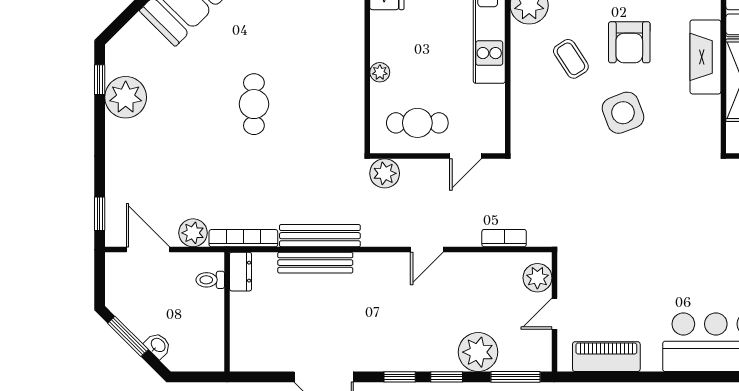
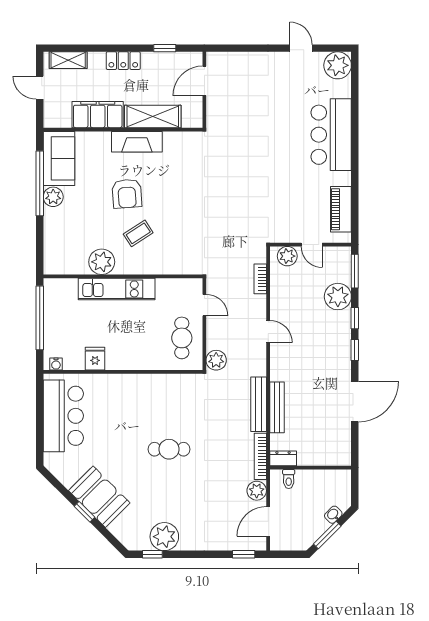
armchair: (629, 42) -> (127, 194), turned 86
plant: (380, 72) -> (147, 364), removed
side table: (623, 113) -> (175, 198), removed

